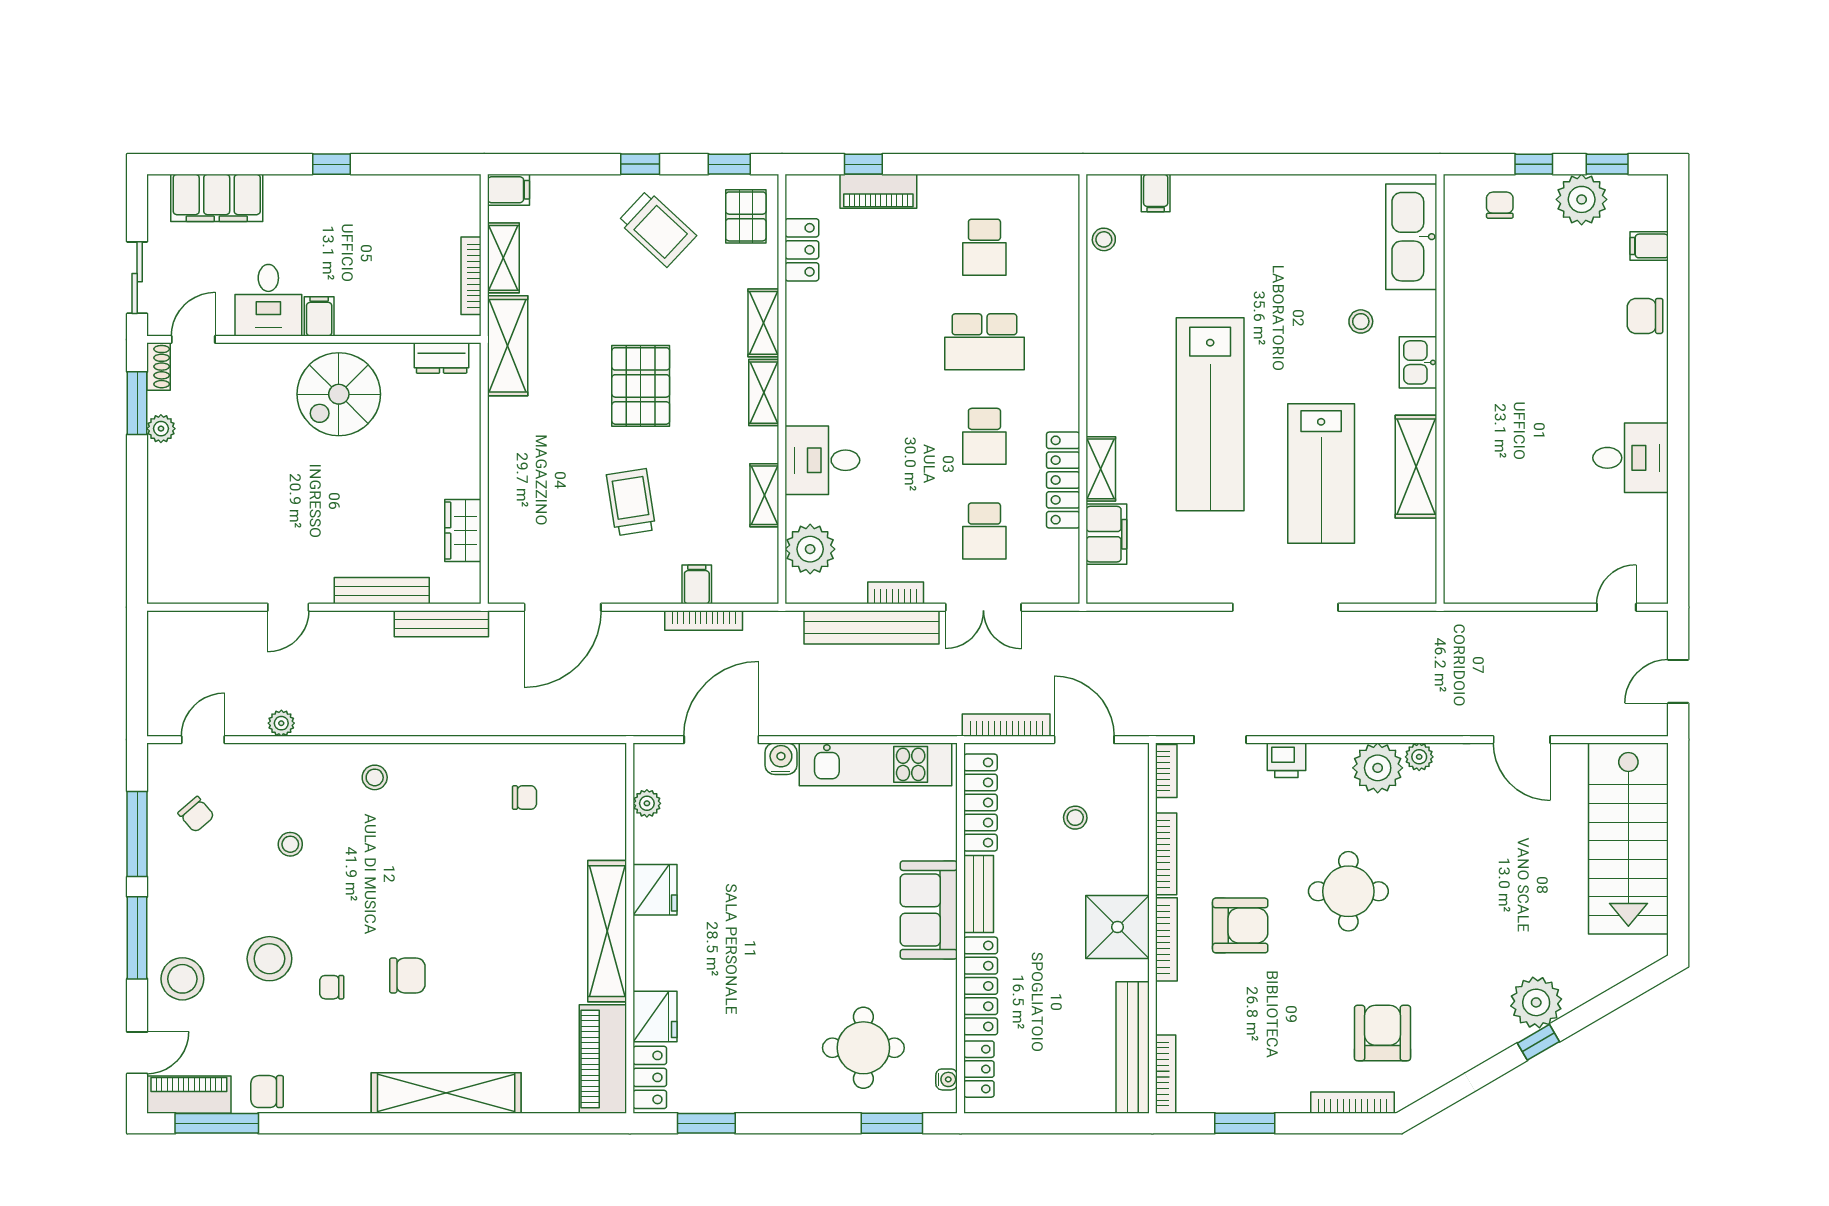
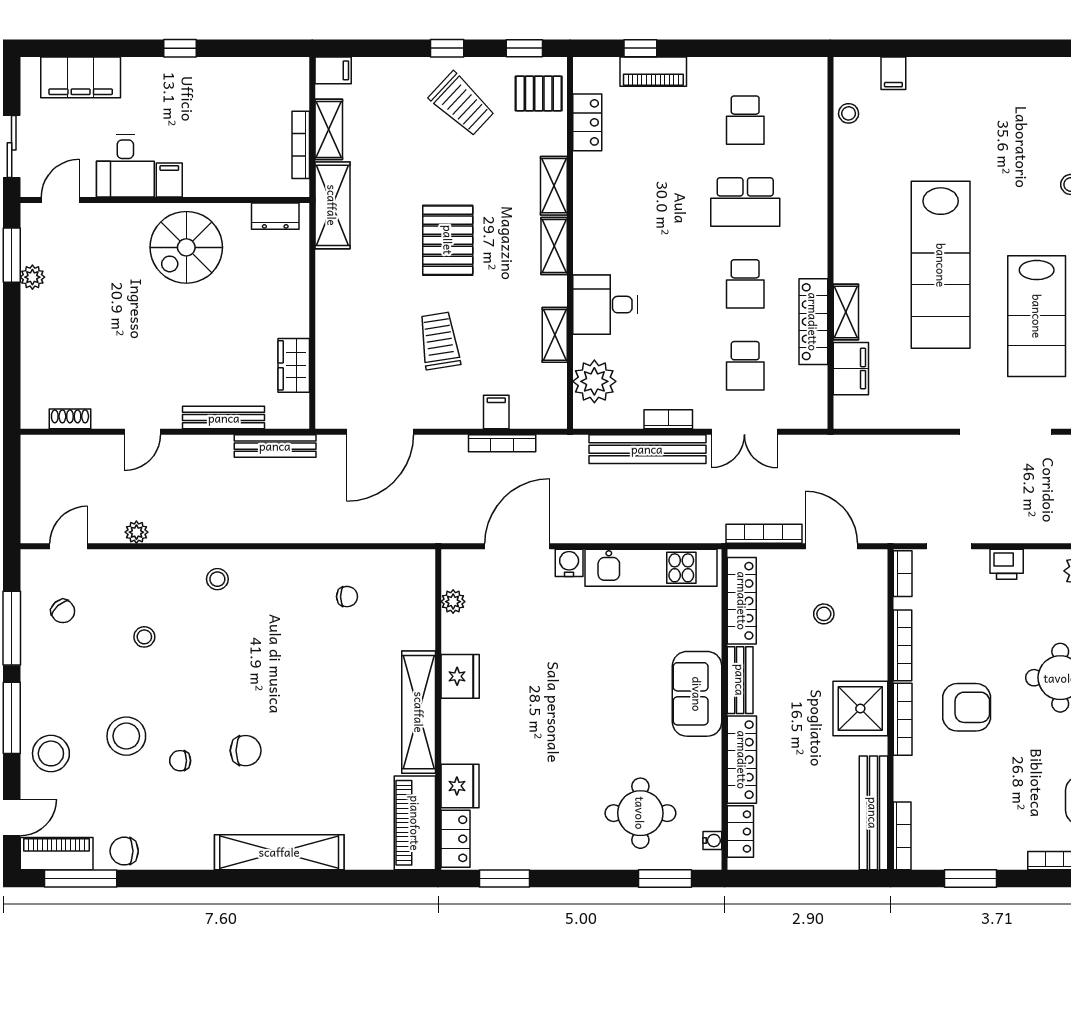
pallet: (746, 216) -> (539, 93), turned 90
shoe rack: (159, 367) -> (70, 419), moved, turned -90

